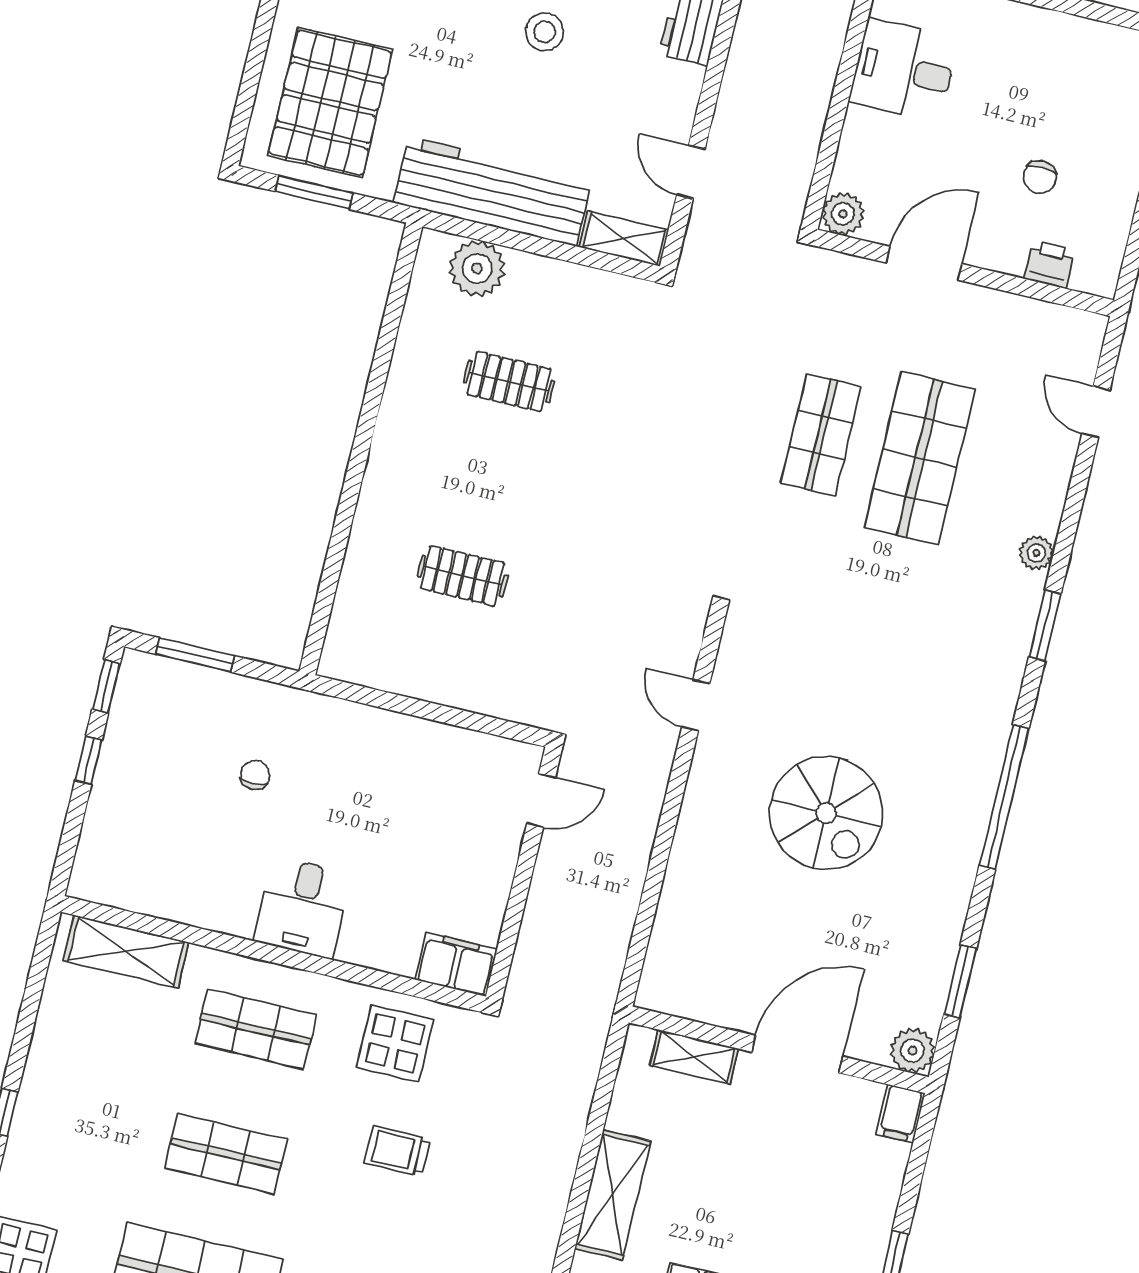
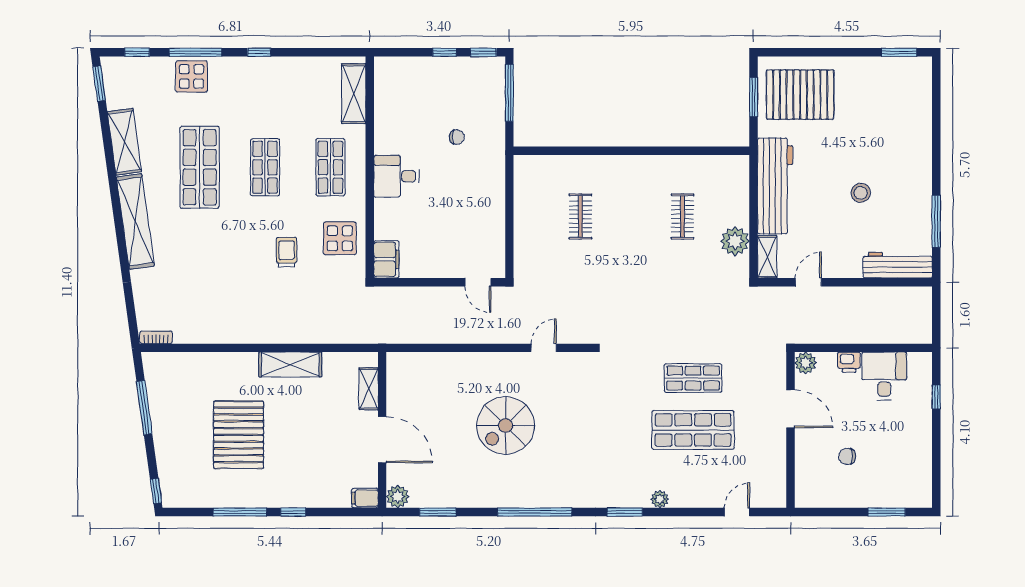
printer: (1049, 264) -> (849, 362), moved, turned 90
plant: (477, 268) -> (735, 241), moved
window: (195, 655) -> (509, 93), width x1.44

